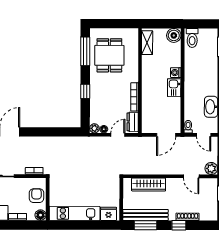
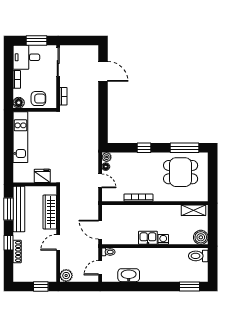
dresser: (133, 122) -> (113, 196), removed
door: (191, 176) -> (58, 242), moved
fridge: (109, 214) -> (42, 176), moved, turned -90

